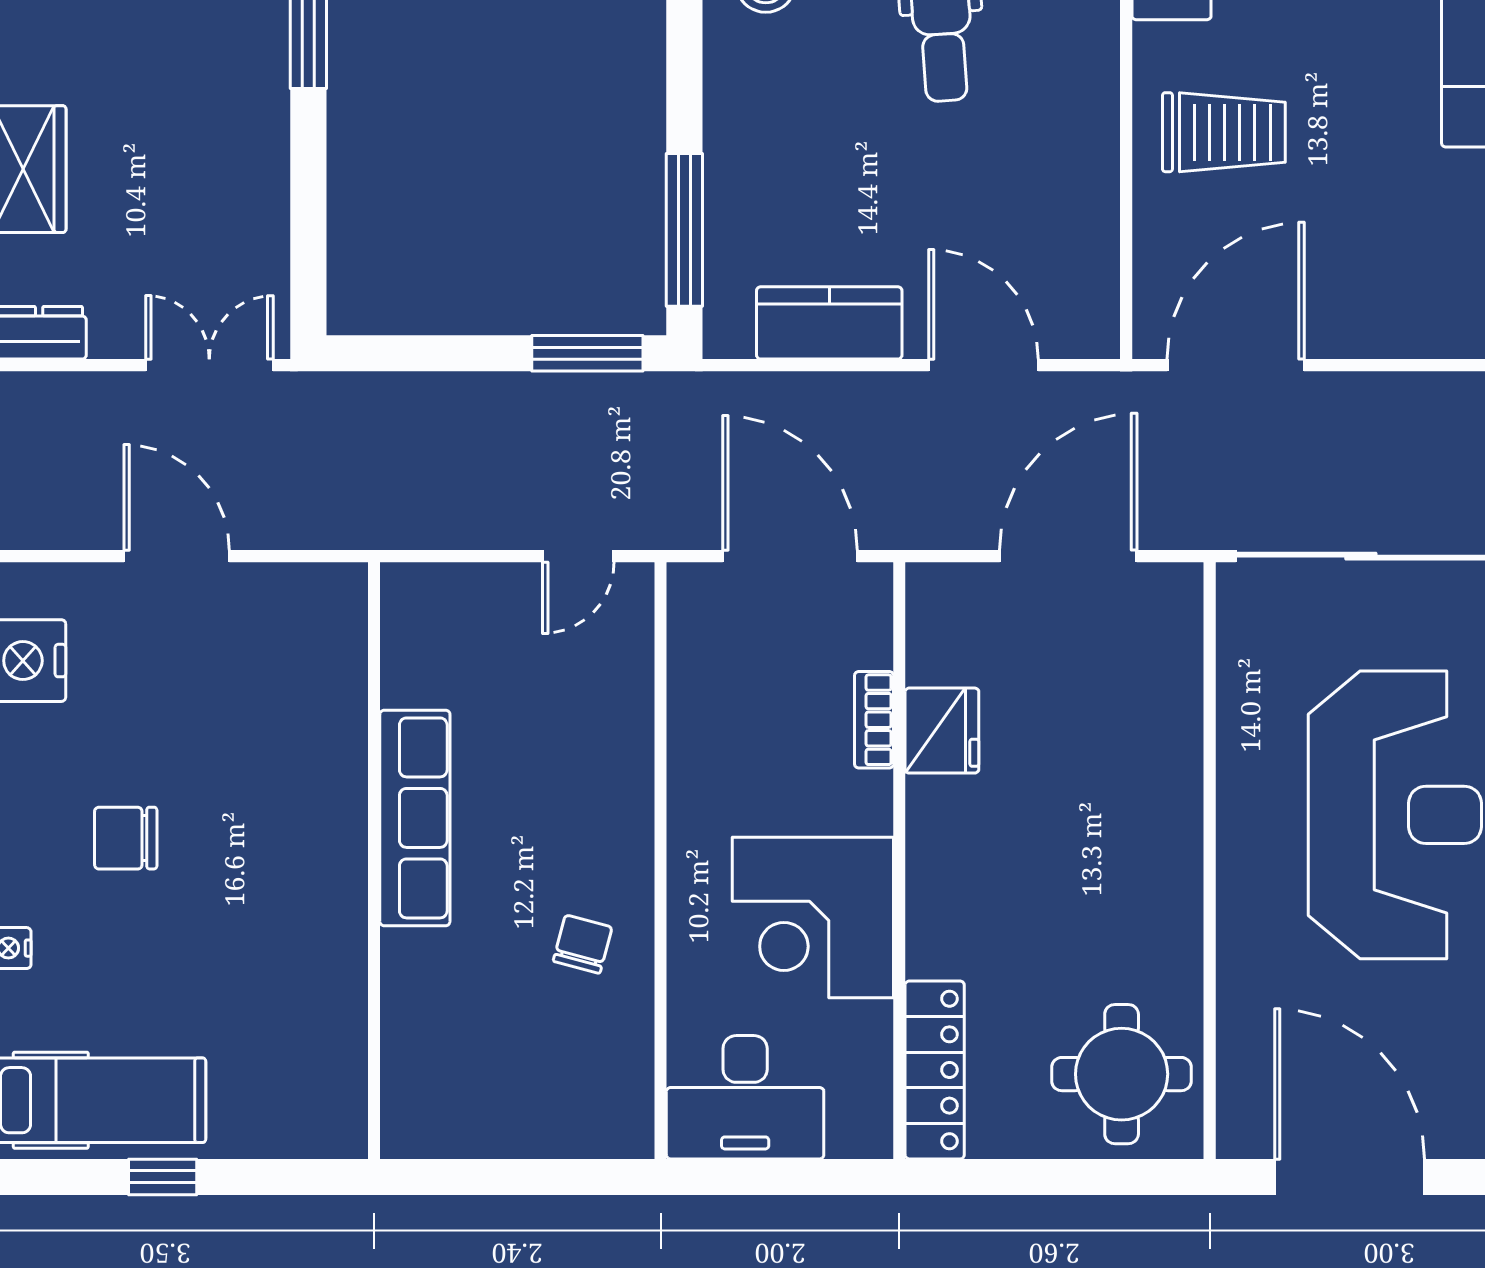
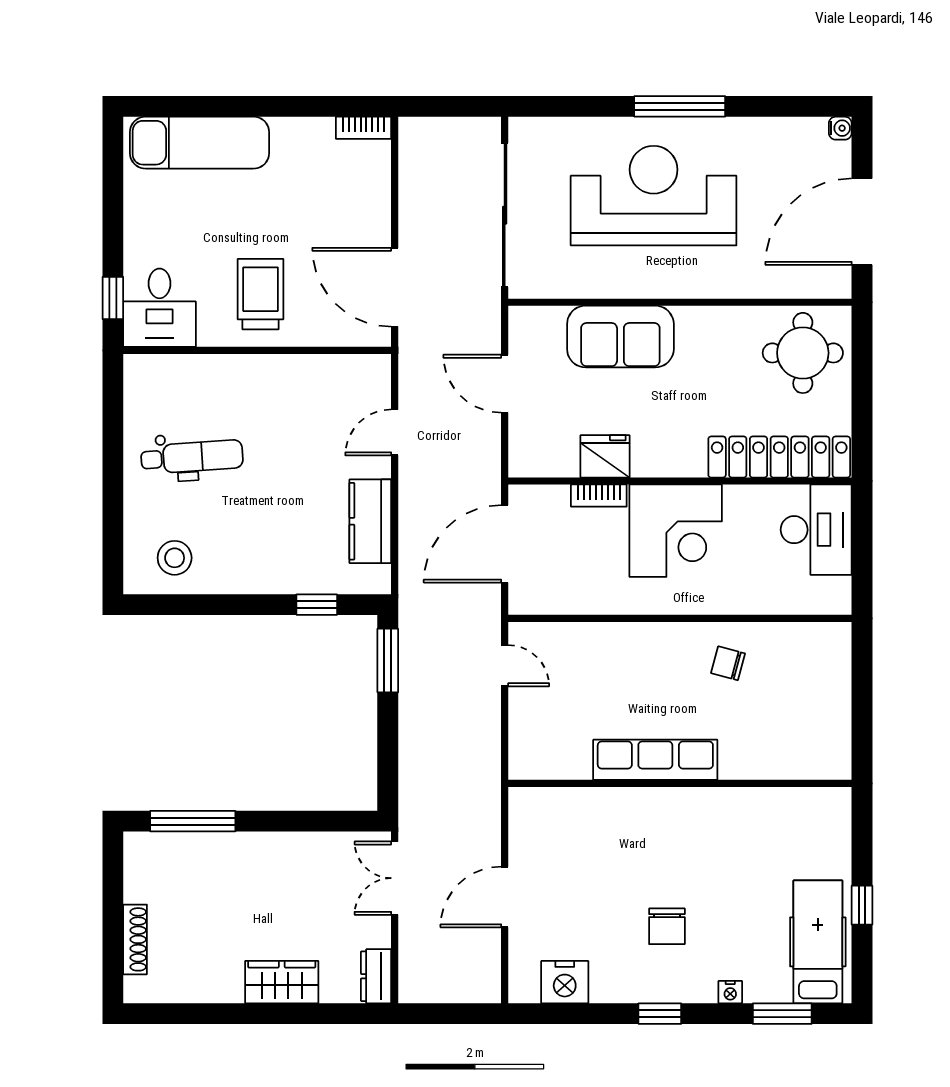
window: (684, 230) -> (317, 605), width x0.46
door: (983, 365) -> (395, 432), width x0.73
door: (1068, 556) -> (505, 384), width x0.73
sofa: (1150, 757) -> (620, 337), added
corner desk: (813, 917) -> (676, 531), moved
locker: (935, 1070) -> (779, 457), width x1.41, depth x1.21
desk: (745, 1097) -> (816, 530), moved

